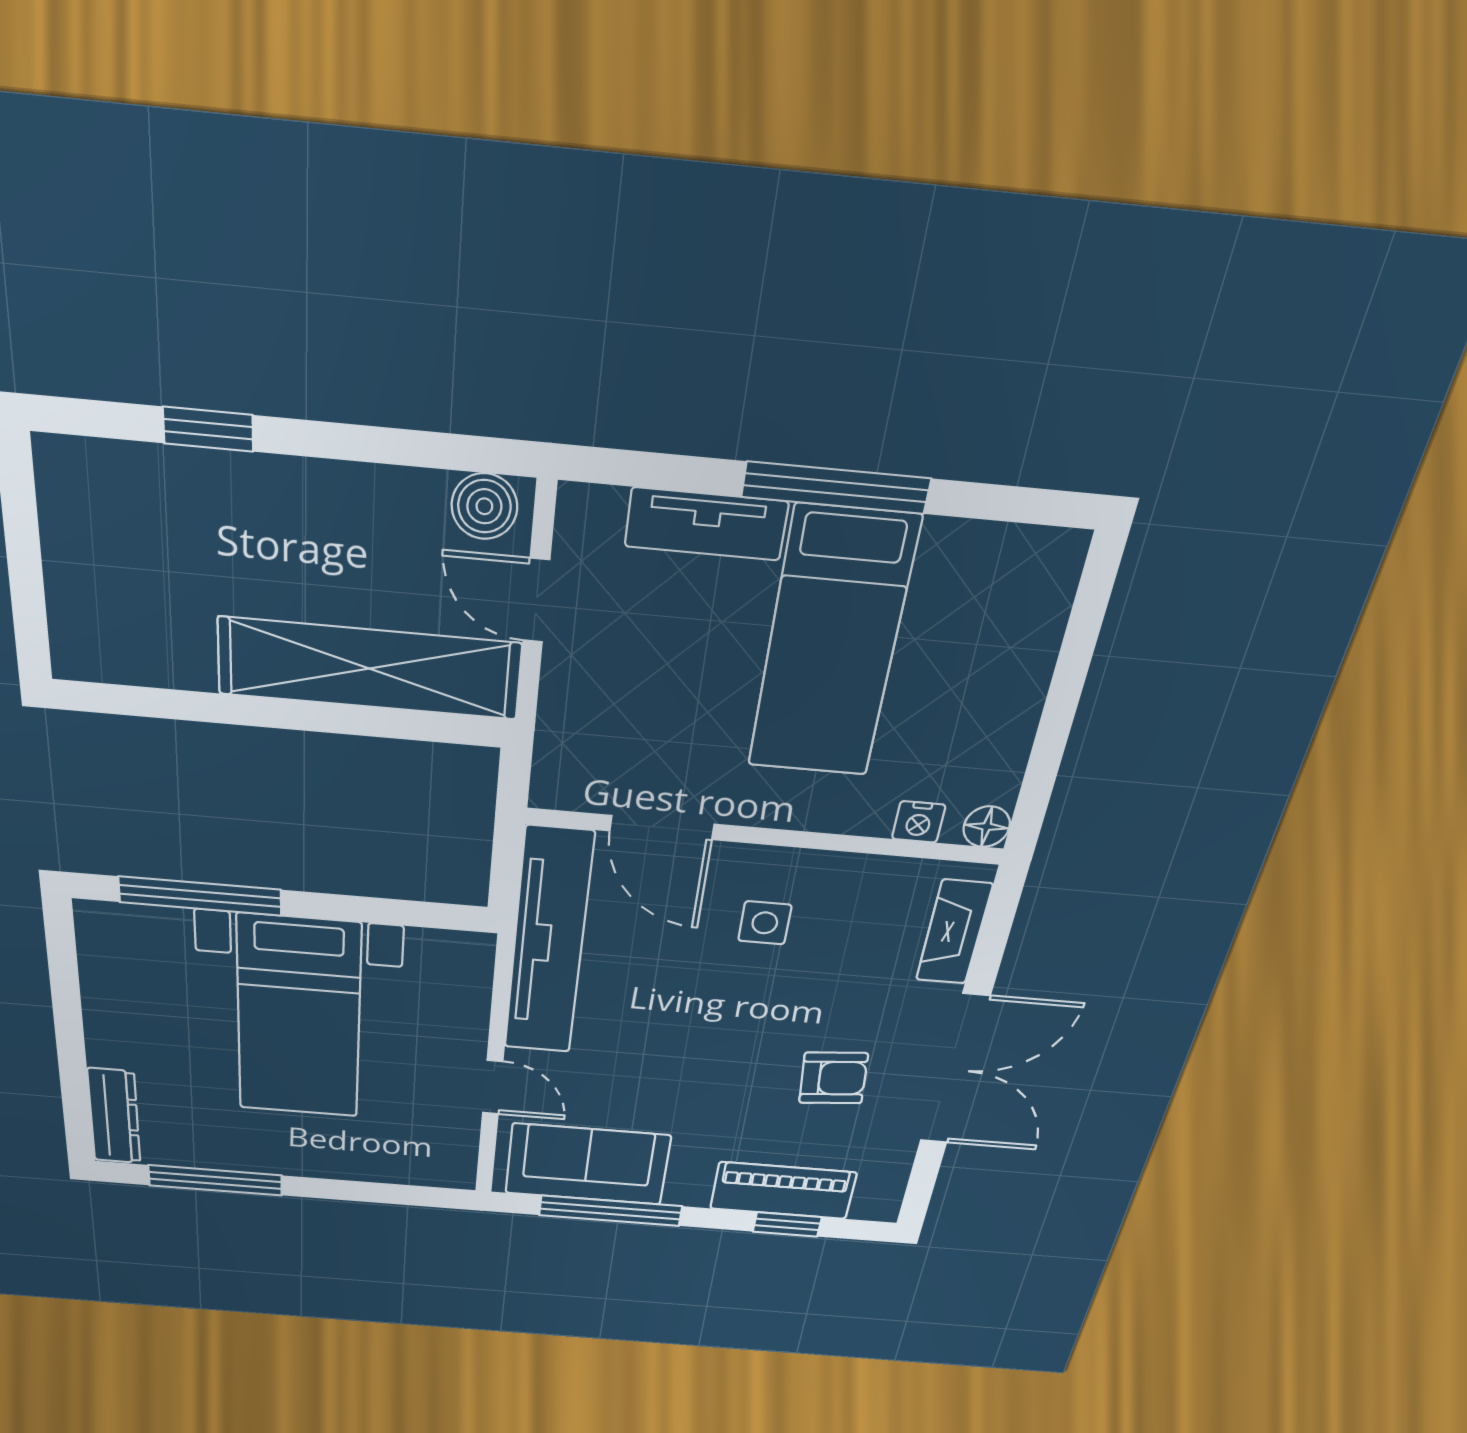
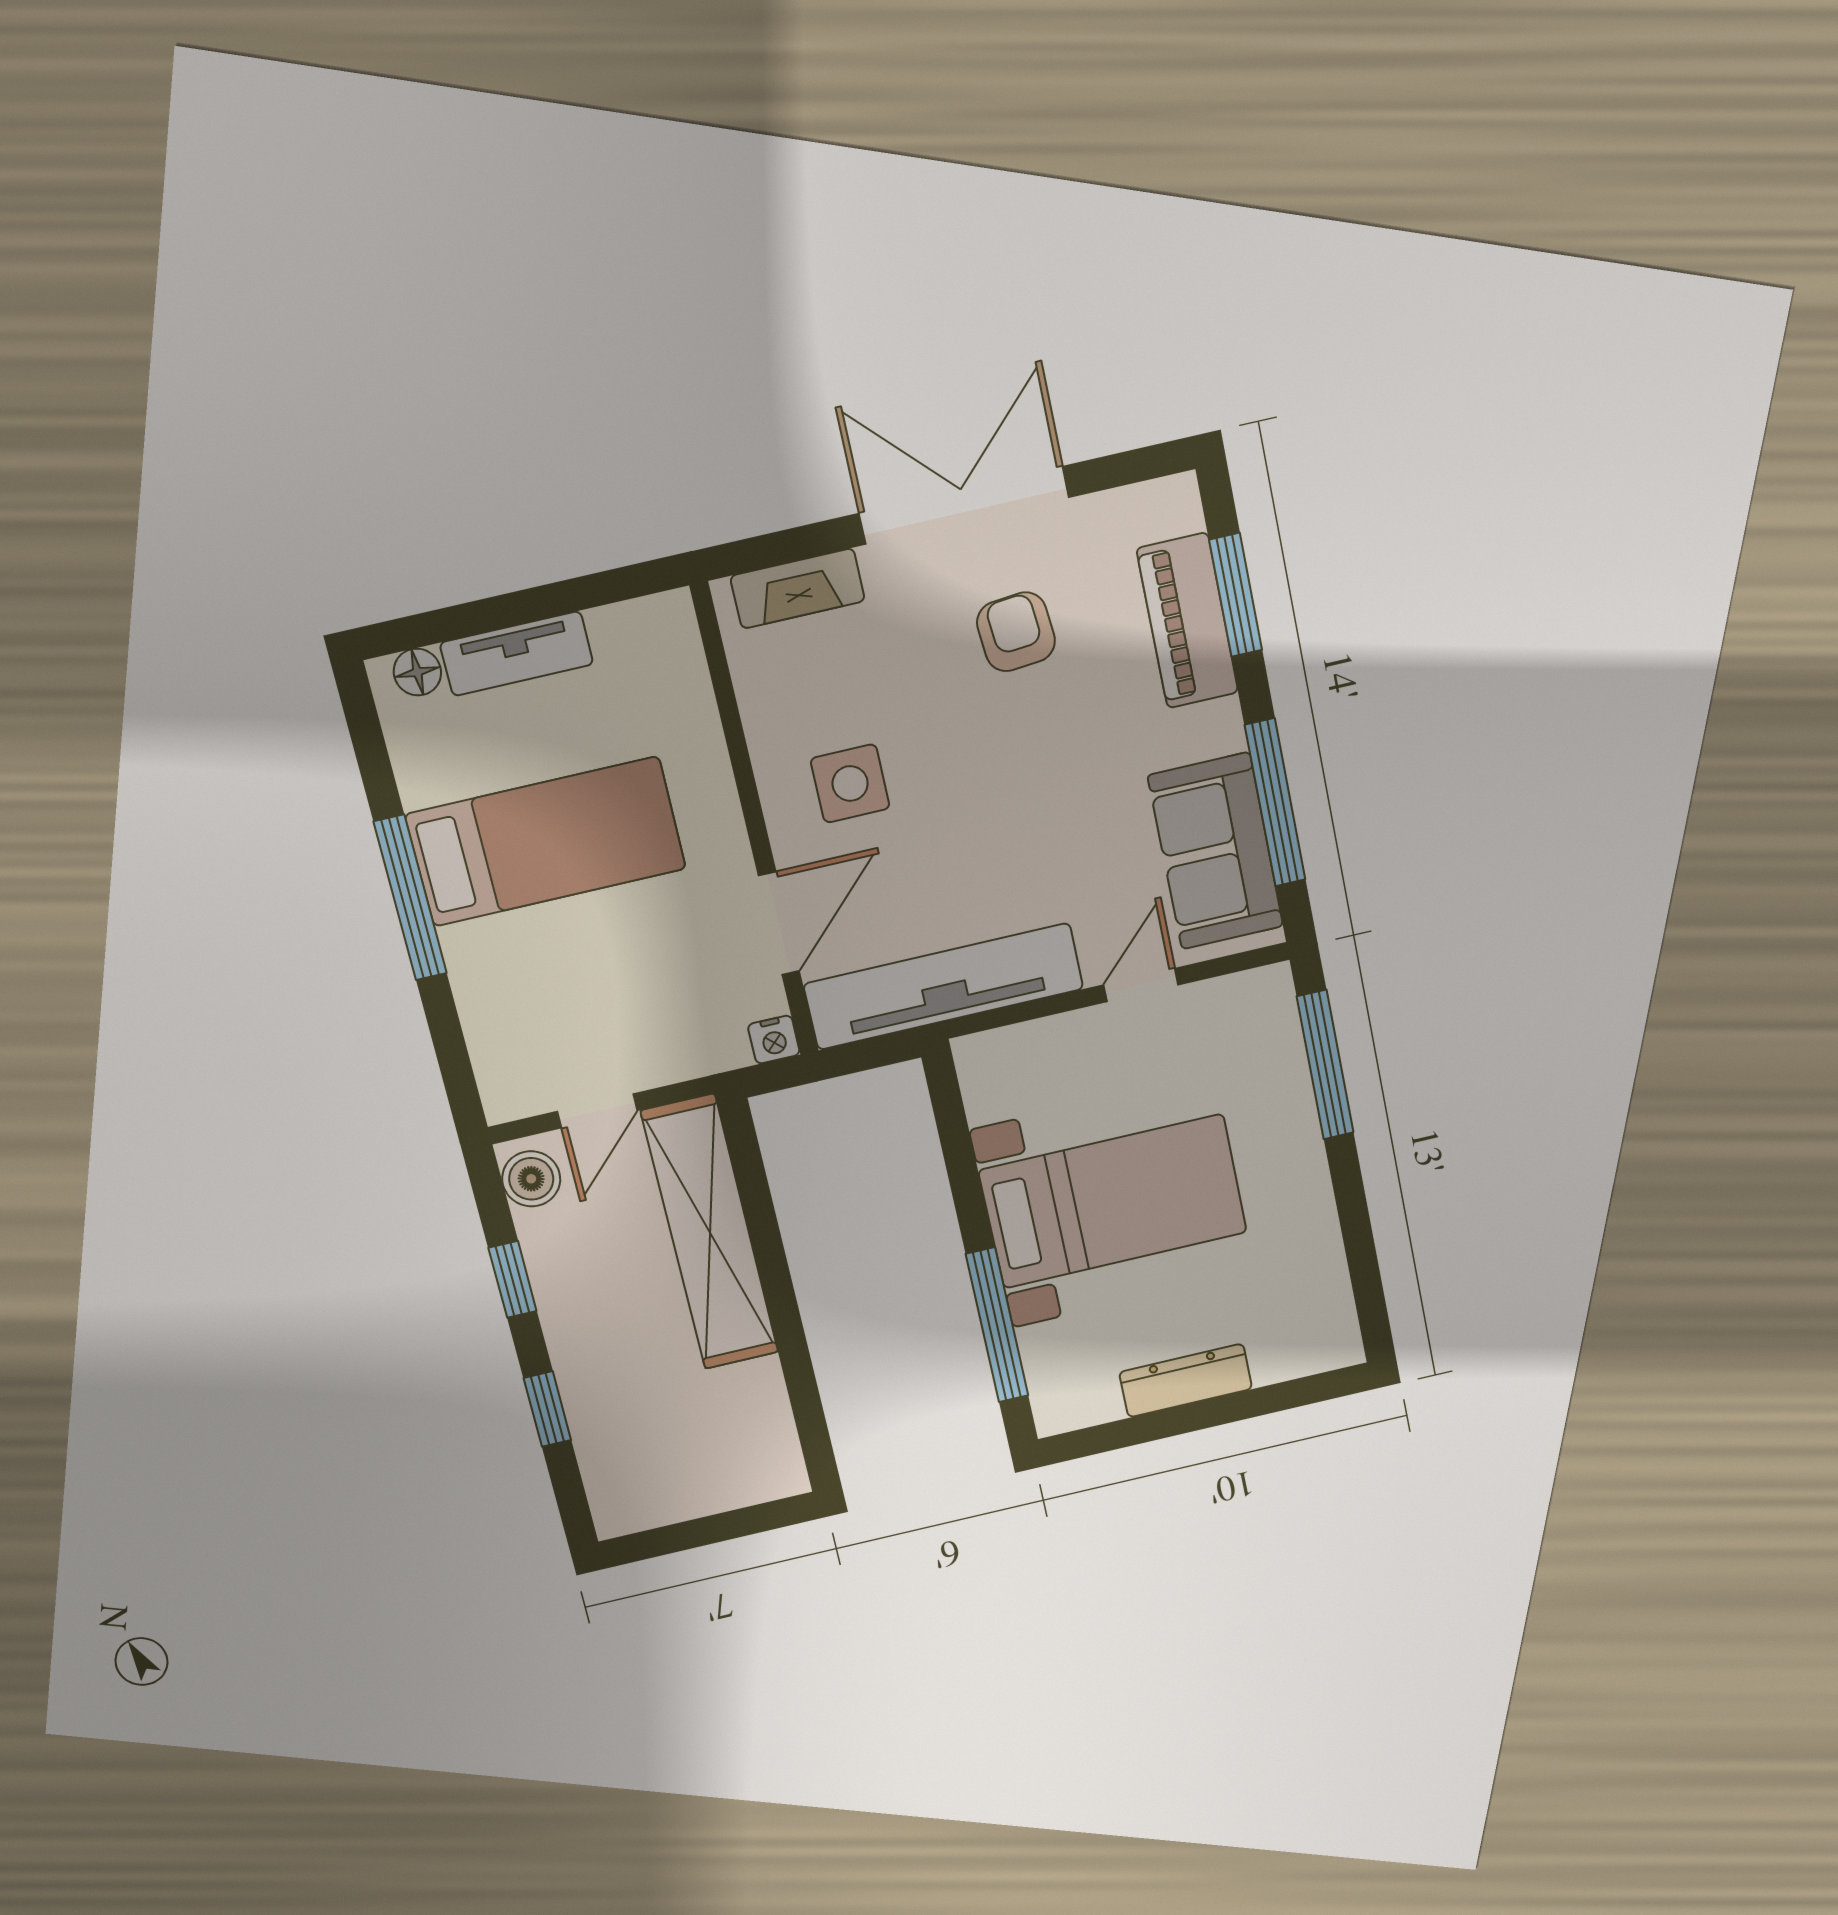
window: (375, 445) -> (513, 1279), added
tv unit: (706, 524) -> (517, 654), moved, turned 90
nightstand: (919, 822) -> (774, 1040), moved, turned 90
floor lamp: (987, 827) -> (417, 672), moved
side table: (765, 923) -> (850, 783), width x1.37, depth x1.37
dresser: (114, 1116) -> (1186, 1381), moved
window: (215, 1180) -> (1325, 1065), moved
window: (787, 1224) -> (1236, 595), width x1.50

